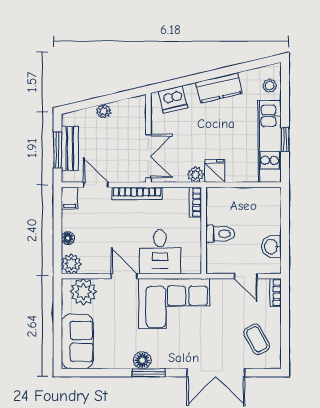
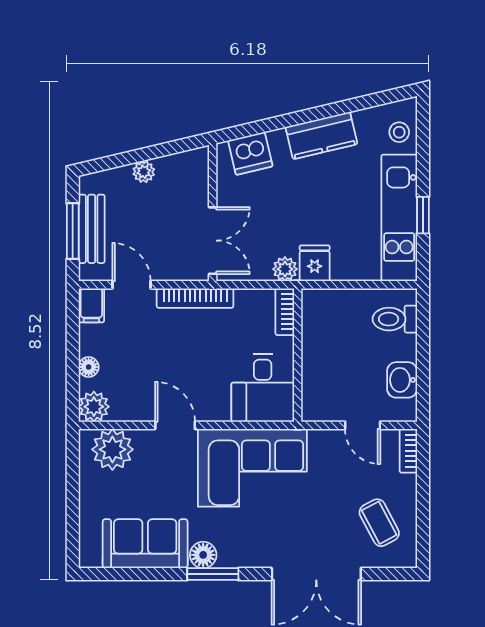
toilet: (220, 234) -> (395, 319), moved, turned 180
desk: (160, 252) -> (263, 388), moved
sofa: (77, 341) -> (145, 544), moved, turned -90

